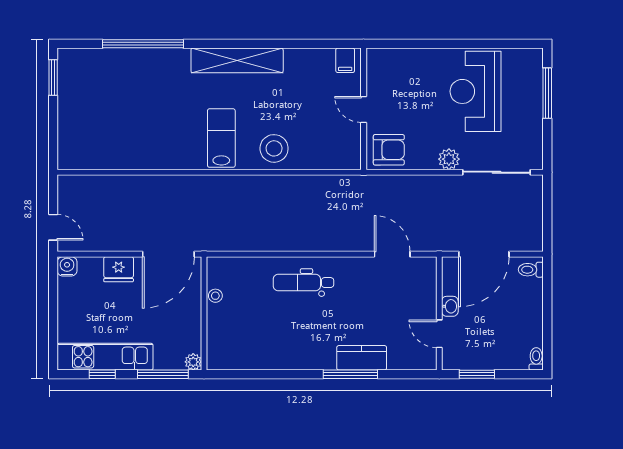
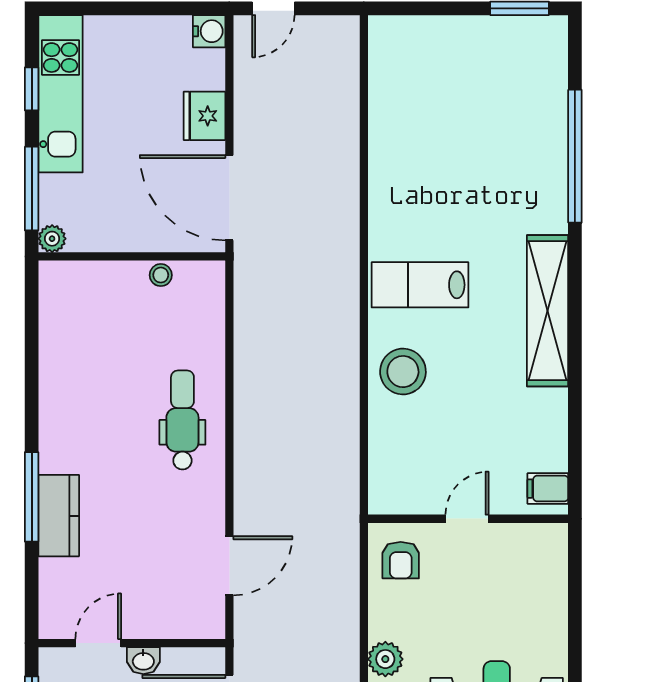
lab bench: (221, 138) -> (420, 285), turned 180
armchair: (389, 150) -> (401, 560), width x0.72, depth x0.72

